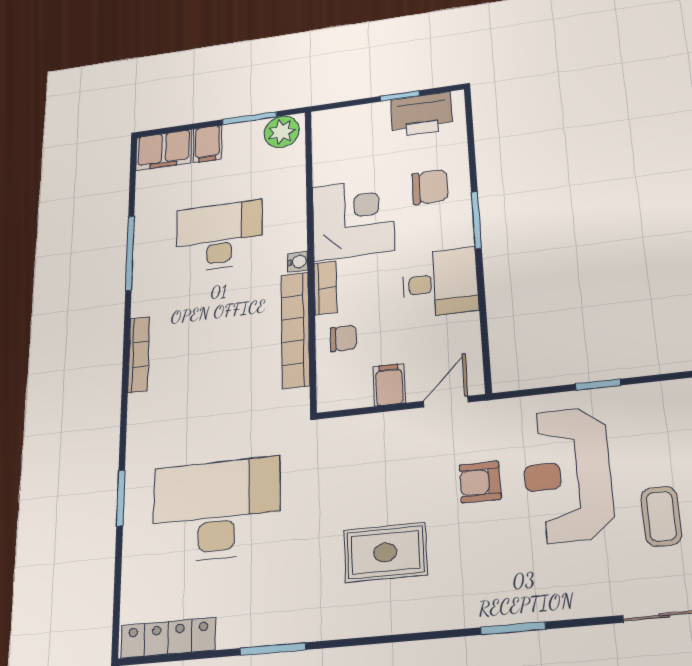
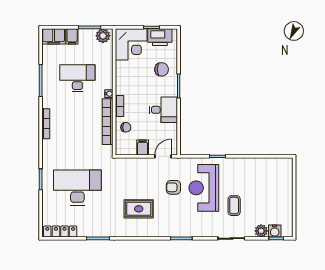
corner desk: (353, 219) -> (131, 44), moved, turned 90

